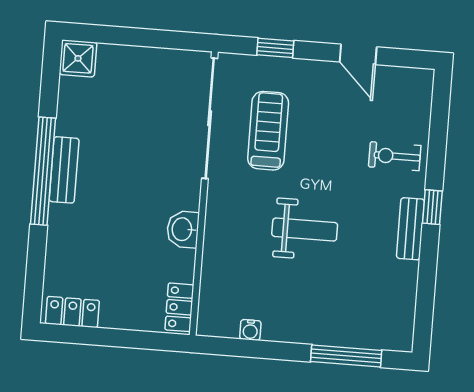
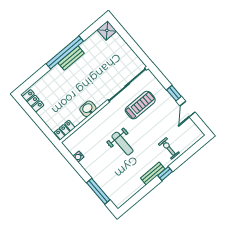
window: (275, 48) -> (174, 93), moved

